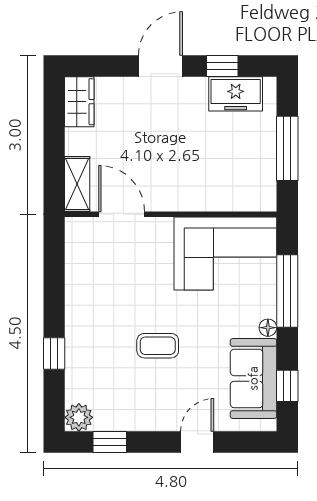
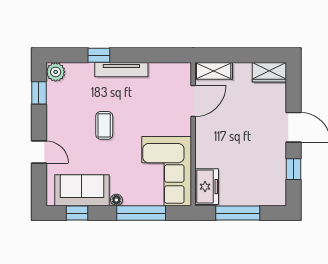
freezer: (236, 94) -> (207, 187), moved, turned 180
tv unit: (75, 320) -> (121, 70), added

